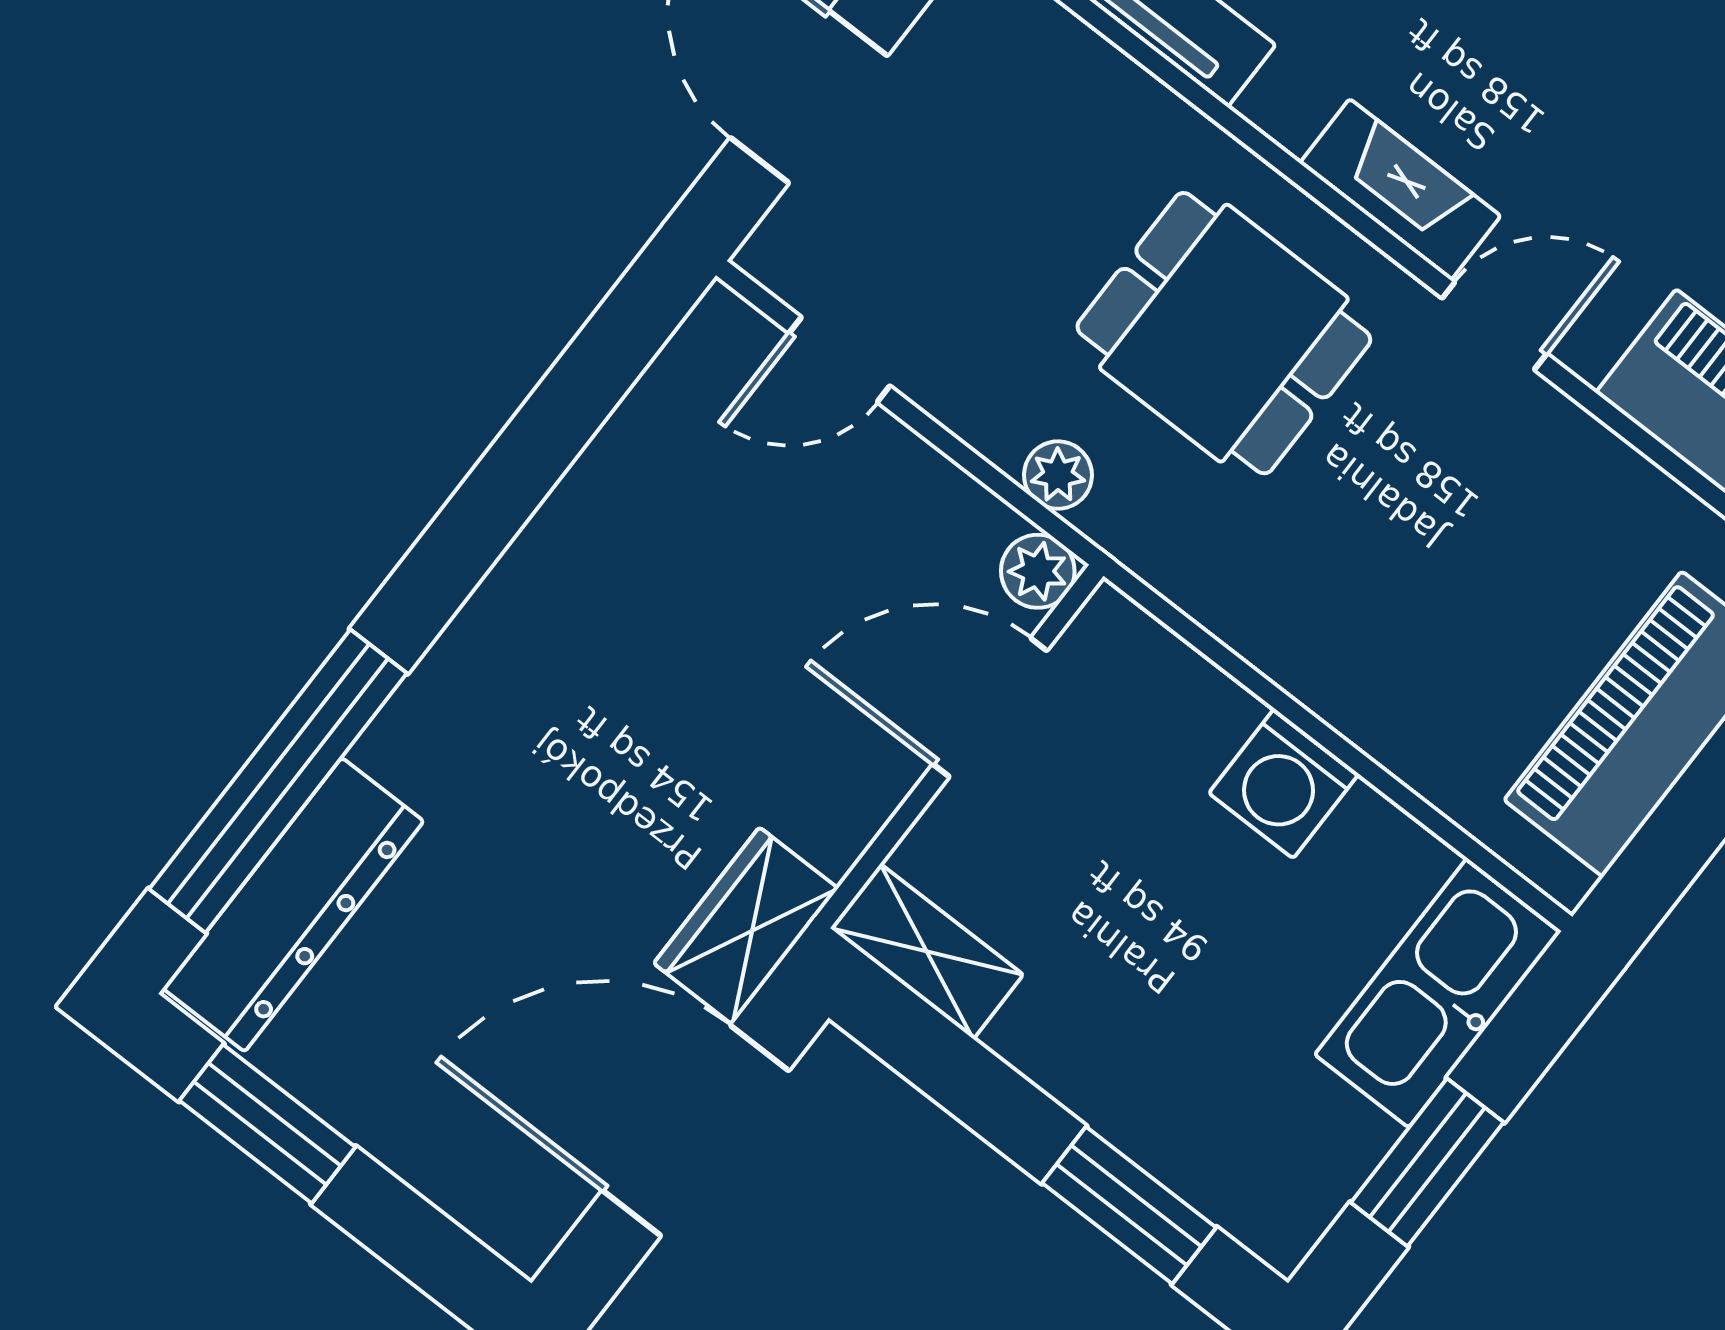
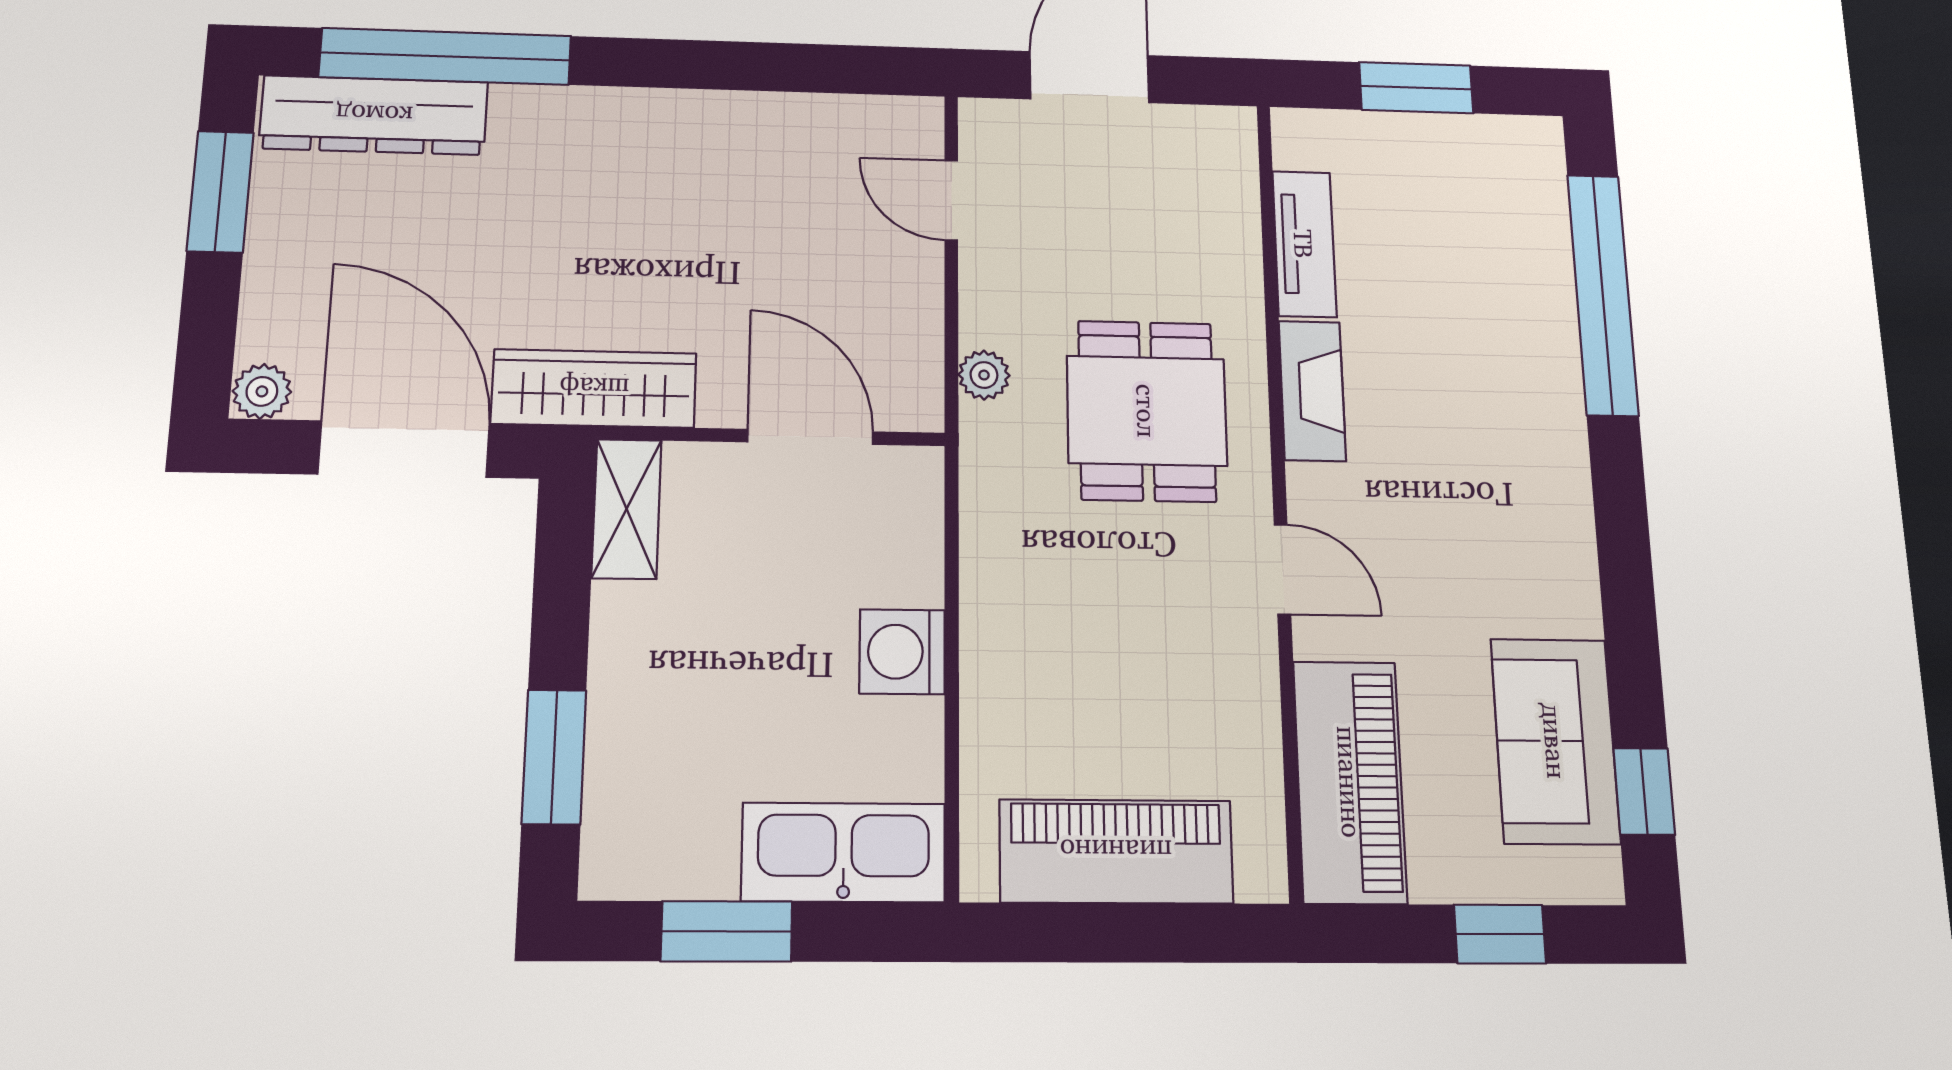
fireplace: (1400, 190) -> (1312, 391), moved
plant: (1038, 571) -> (262, 391), moved
wardrobe: (746, 926) -> (594, 388), width x1.50

